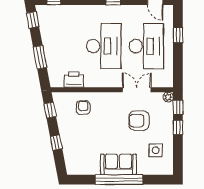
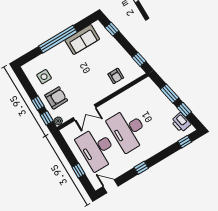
window: (33, 20) -> (184, 110), moved
printer: (74, 79) -> (181, 122), moved, turned 79
armchair: (139, 121) -> (56, 98), moved
window: (56, 143) -> (112, 29), moved
sofa: (118, 164) -> (82, 39), moved

